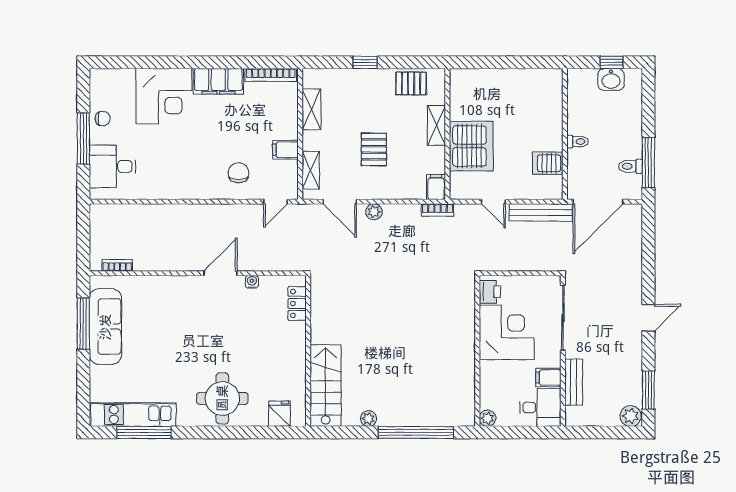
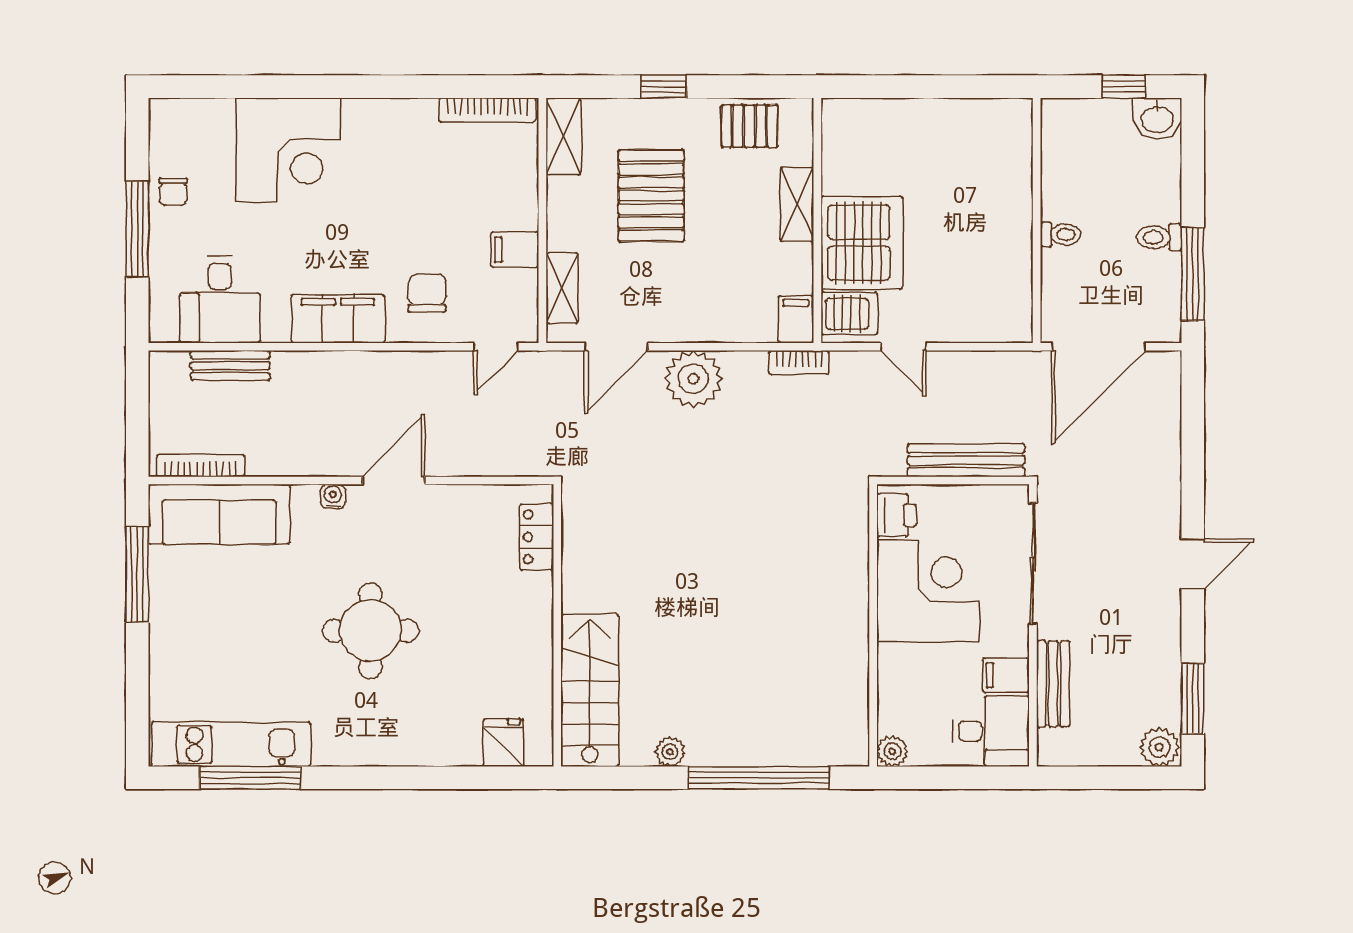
washbasin: (611, 79) -> (1157, 119), moved
filing cabinet: (218, 81) -> (338, 319), moved, turned 180
shelving: (311, 109) -> (563, 136), moved
chair: (103, 119) -> (173, 192), turned 90
pallet: (374, 149) -> (651, 196), moved, width x1.50, depth x1.42
server rack: (548, 163) -> (849, 314), moved, turned 180
desk: (112, 166) -> (220, 300), moved, turned -90
toilet: (631, 166) -> (1159, 237), moved
door: (340, 202) -> (616, 347), hinge flipped
bench: (133, 212) -> (230, 366), added
plant: (374, 212) -> (693, 379), width x1.88, depth x1.88
bench: (541, 212) -> (966, 460), moved
bookcase: (117, 265) -> (201, 466), width x1.56
water cooler: (252, 282) -> (333, 496), moved
sofa: (105, 327) -> (219, 514), moved, turned 90
round table: (222, 398) -> (370, 631), moved

